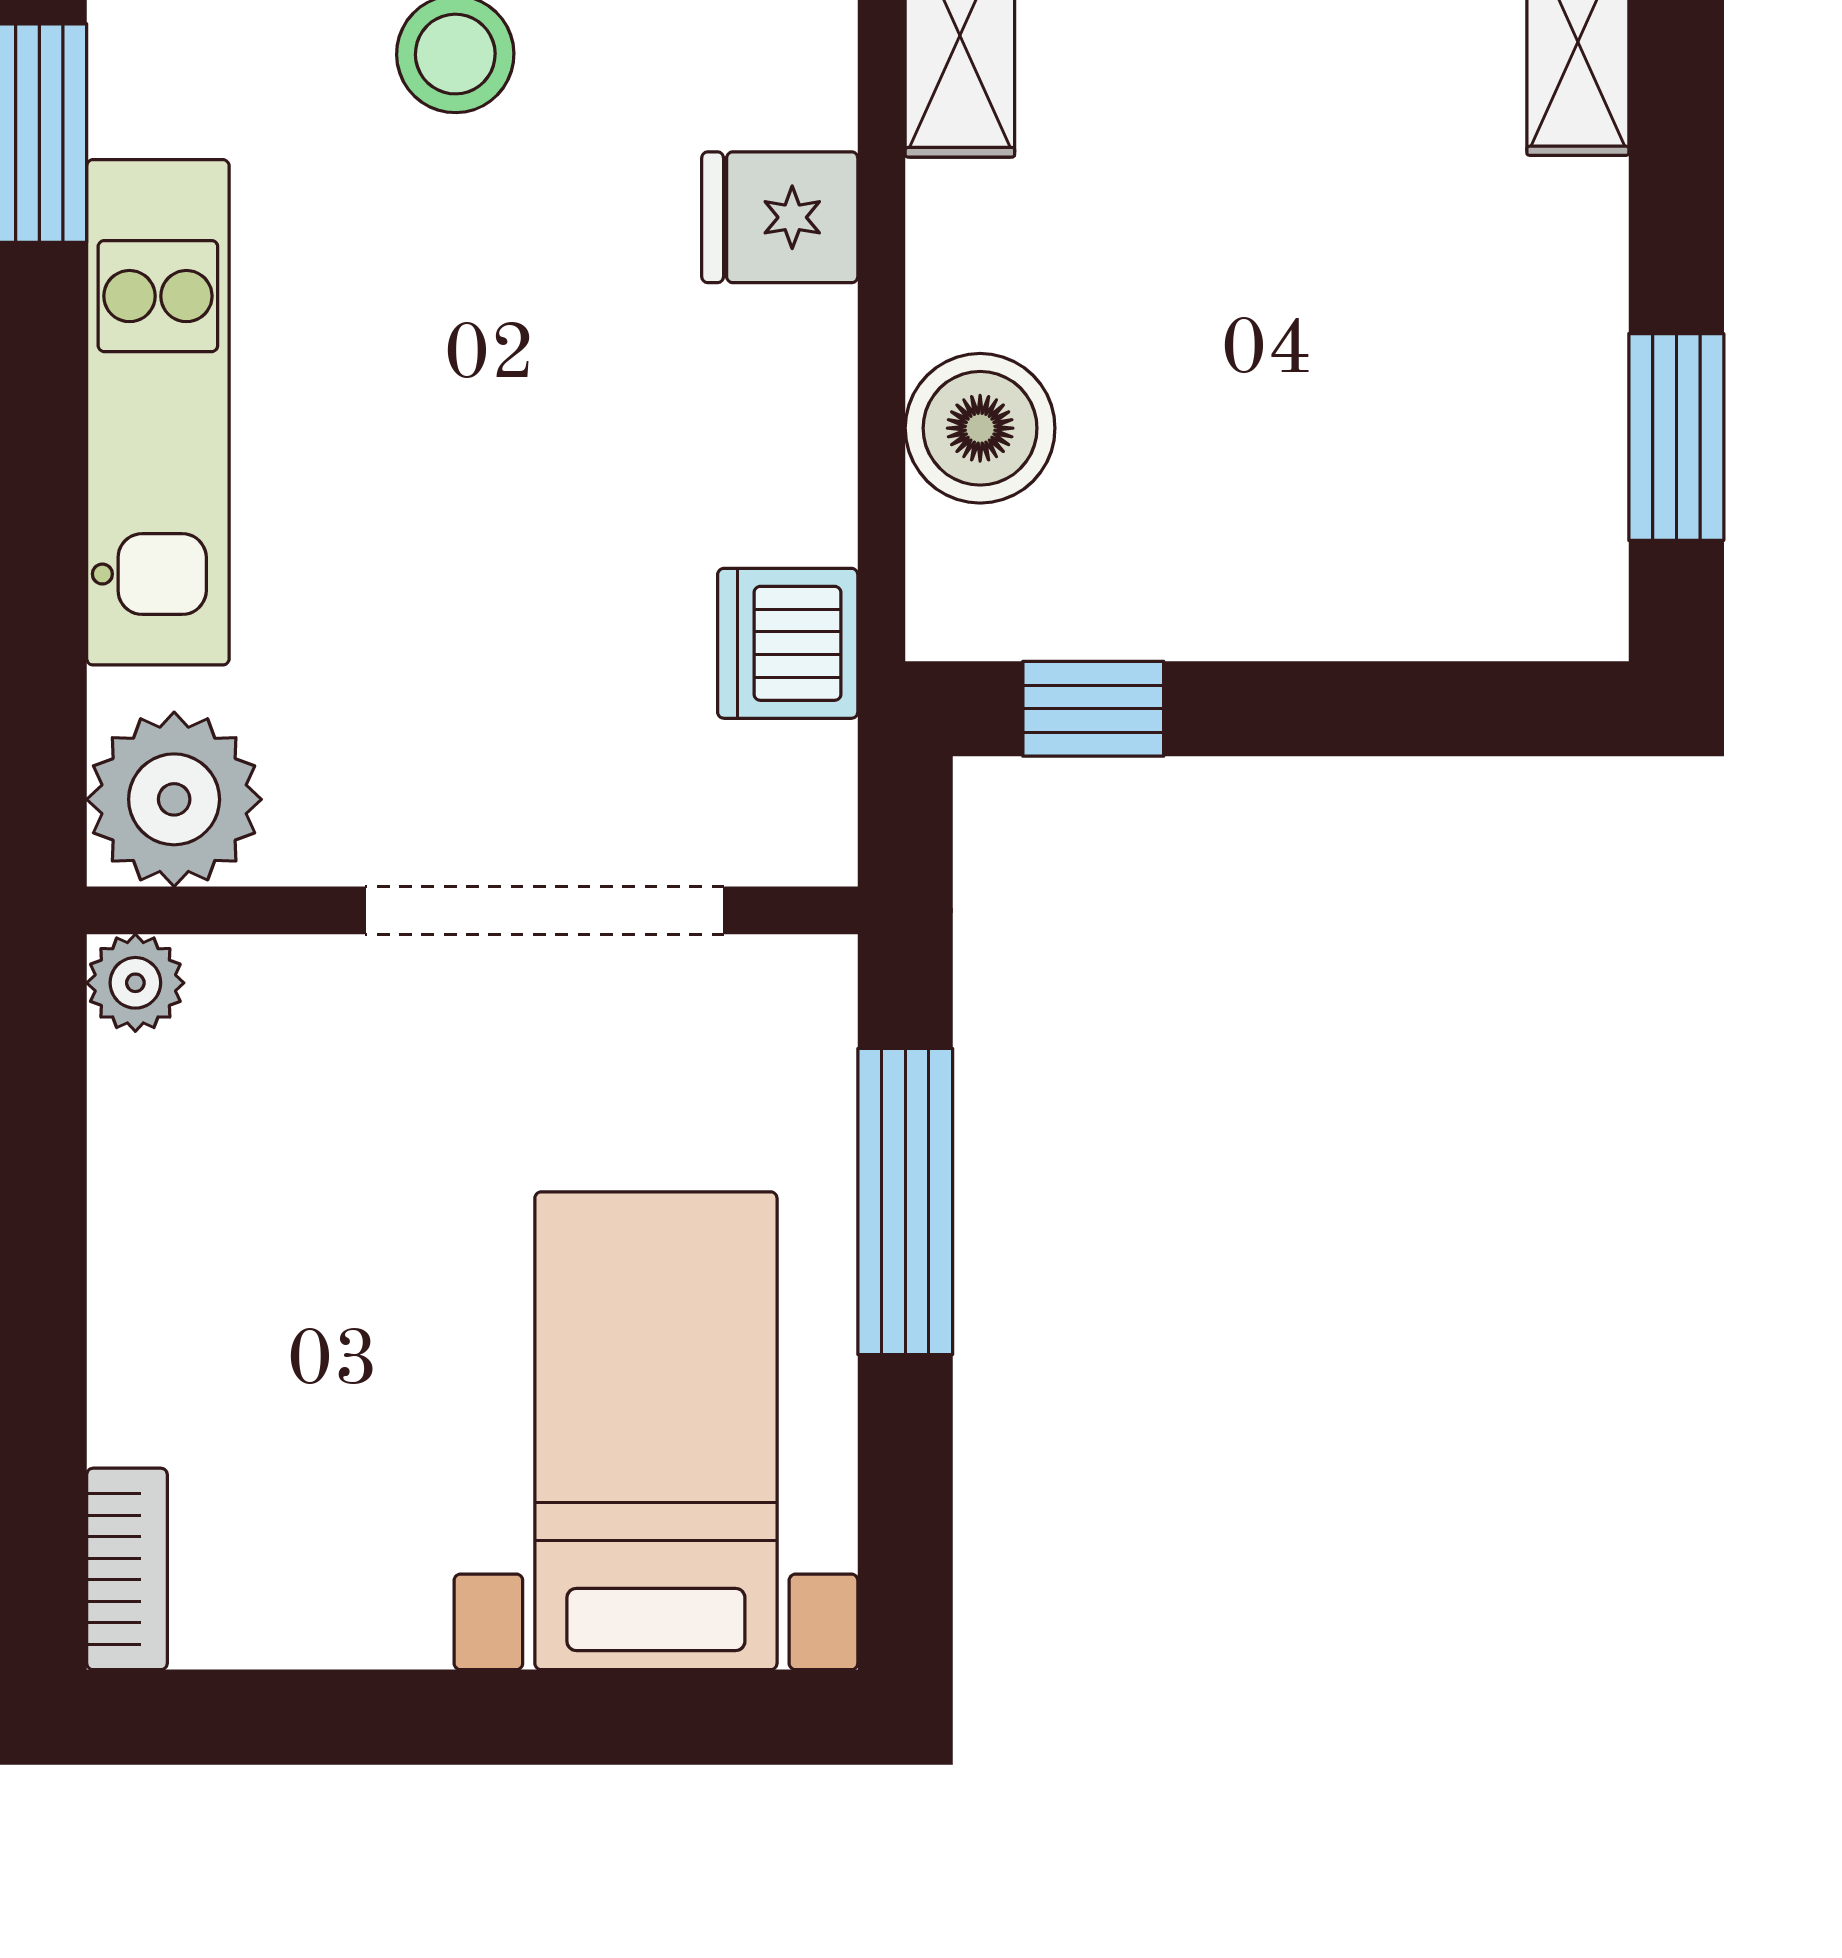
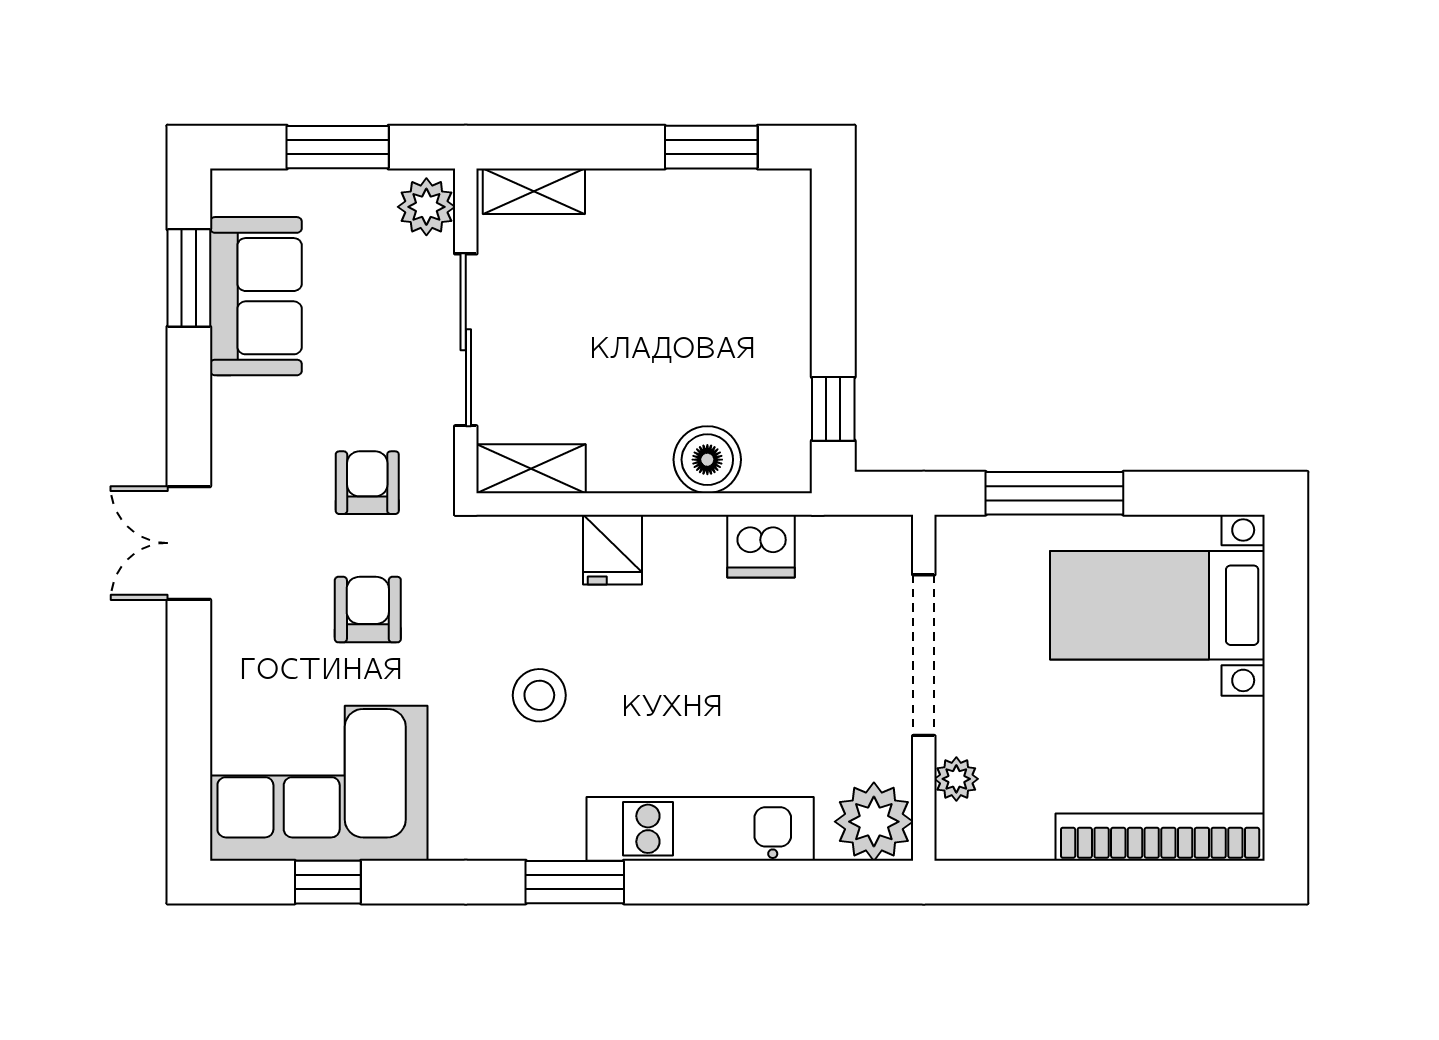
dishwasher: (788, 643) -> (761, 546), moved
plant: (135, 983) -> (956, 779), moved
bookcase: (127, 1569) -> (1160, 837), width x2.31, depth x1.31

